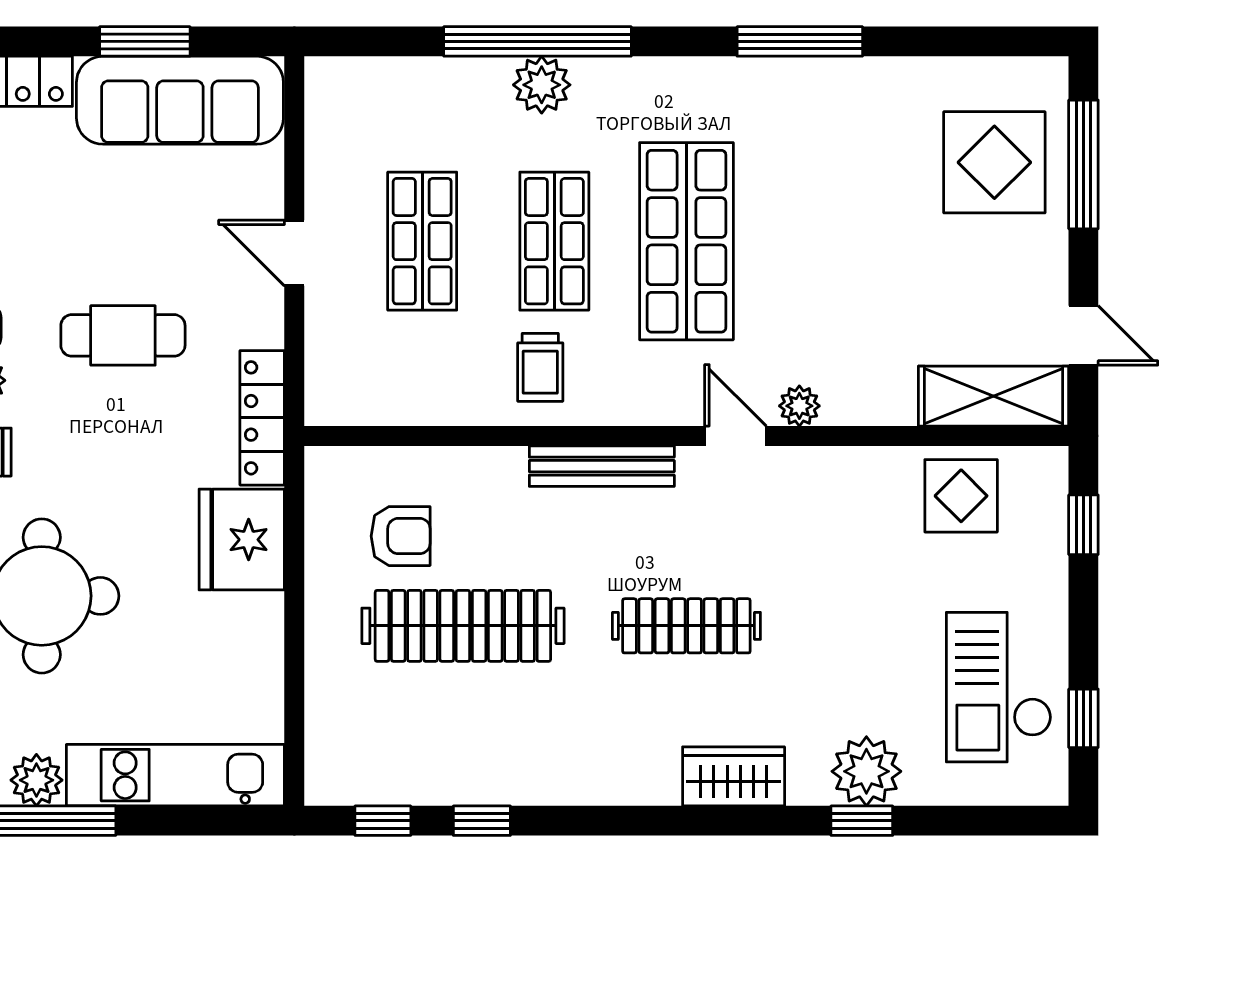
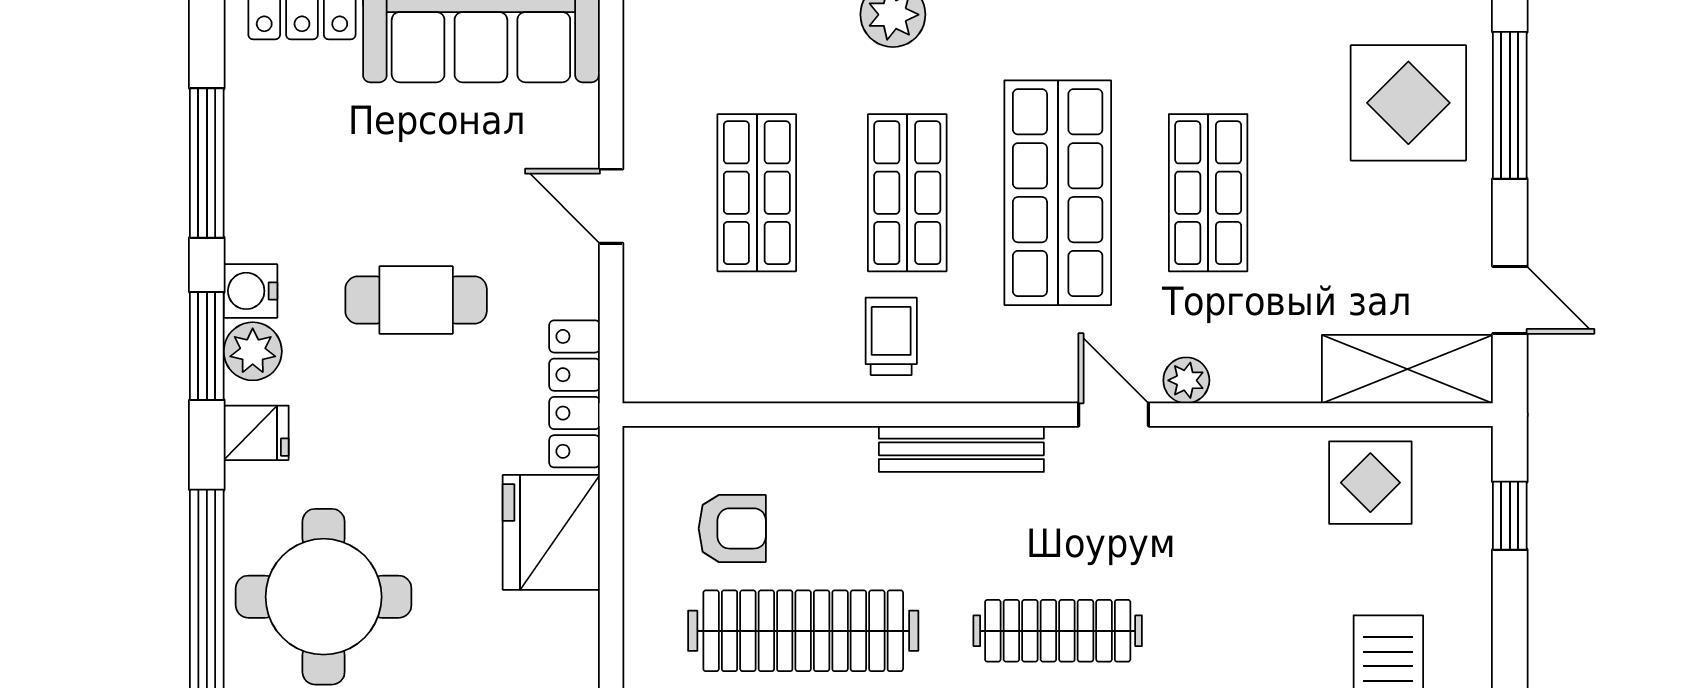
shop shelf: (819, 241) -> (1208, 193), added
trolley: (540, 367) -> (891, 336), turned 180

